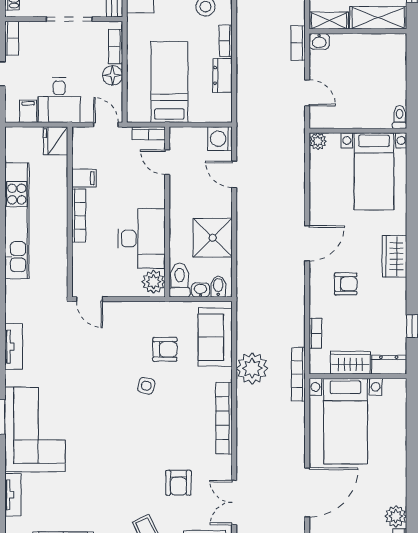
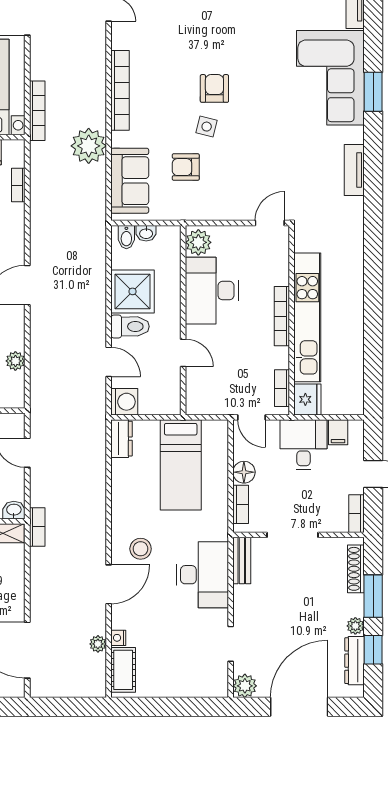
bookcase: (226, 41) -> (118, 511), removed
bookcase: (298, 43) -> (37, 527), moved
dresser: (223, 75) -> (122, 439), moved
bookcase: (149, 133) -> (282, 388), moved, turned -90
plant: (318, 141) -> (15, 361), moved
door: (167, 162) -> (183, 353), moved
filing cabinet: (84, 178) -> (276, 358), removed
kitchen unit: (17, 221) -> (307, 317), moved, turned 180
toilet: (180, 280) -> (130, 326), moved, turned -90
door: (89, 299) -> (270, 223), hinge flipped
bookcase: (298, 374) -> (37, 111), moved
armchair: (178, 483) -> (214, 88), moved

